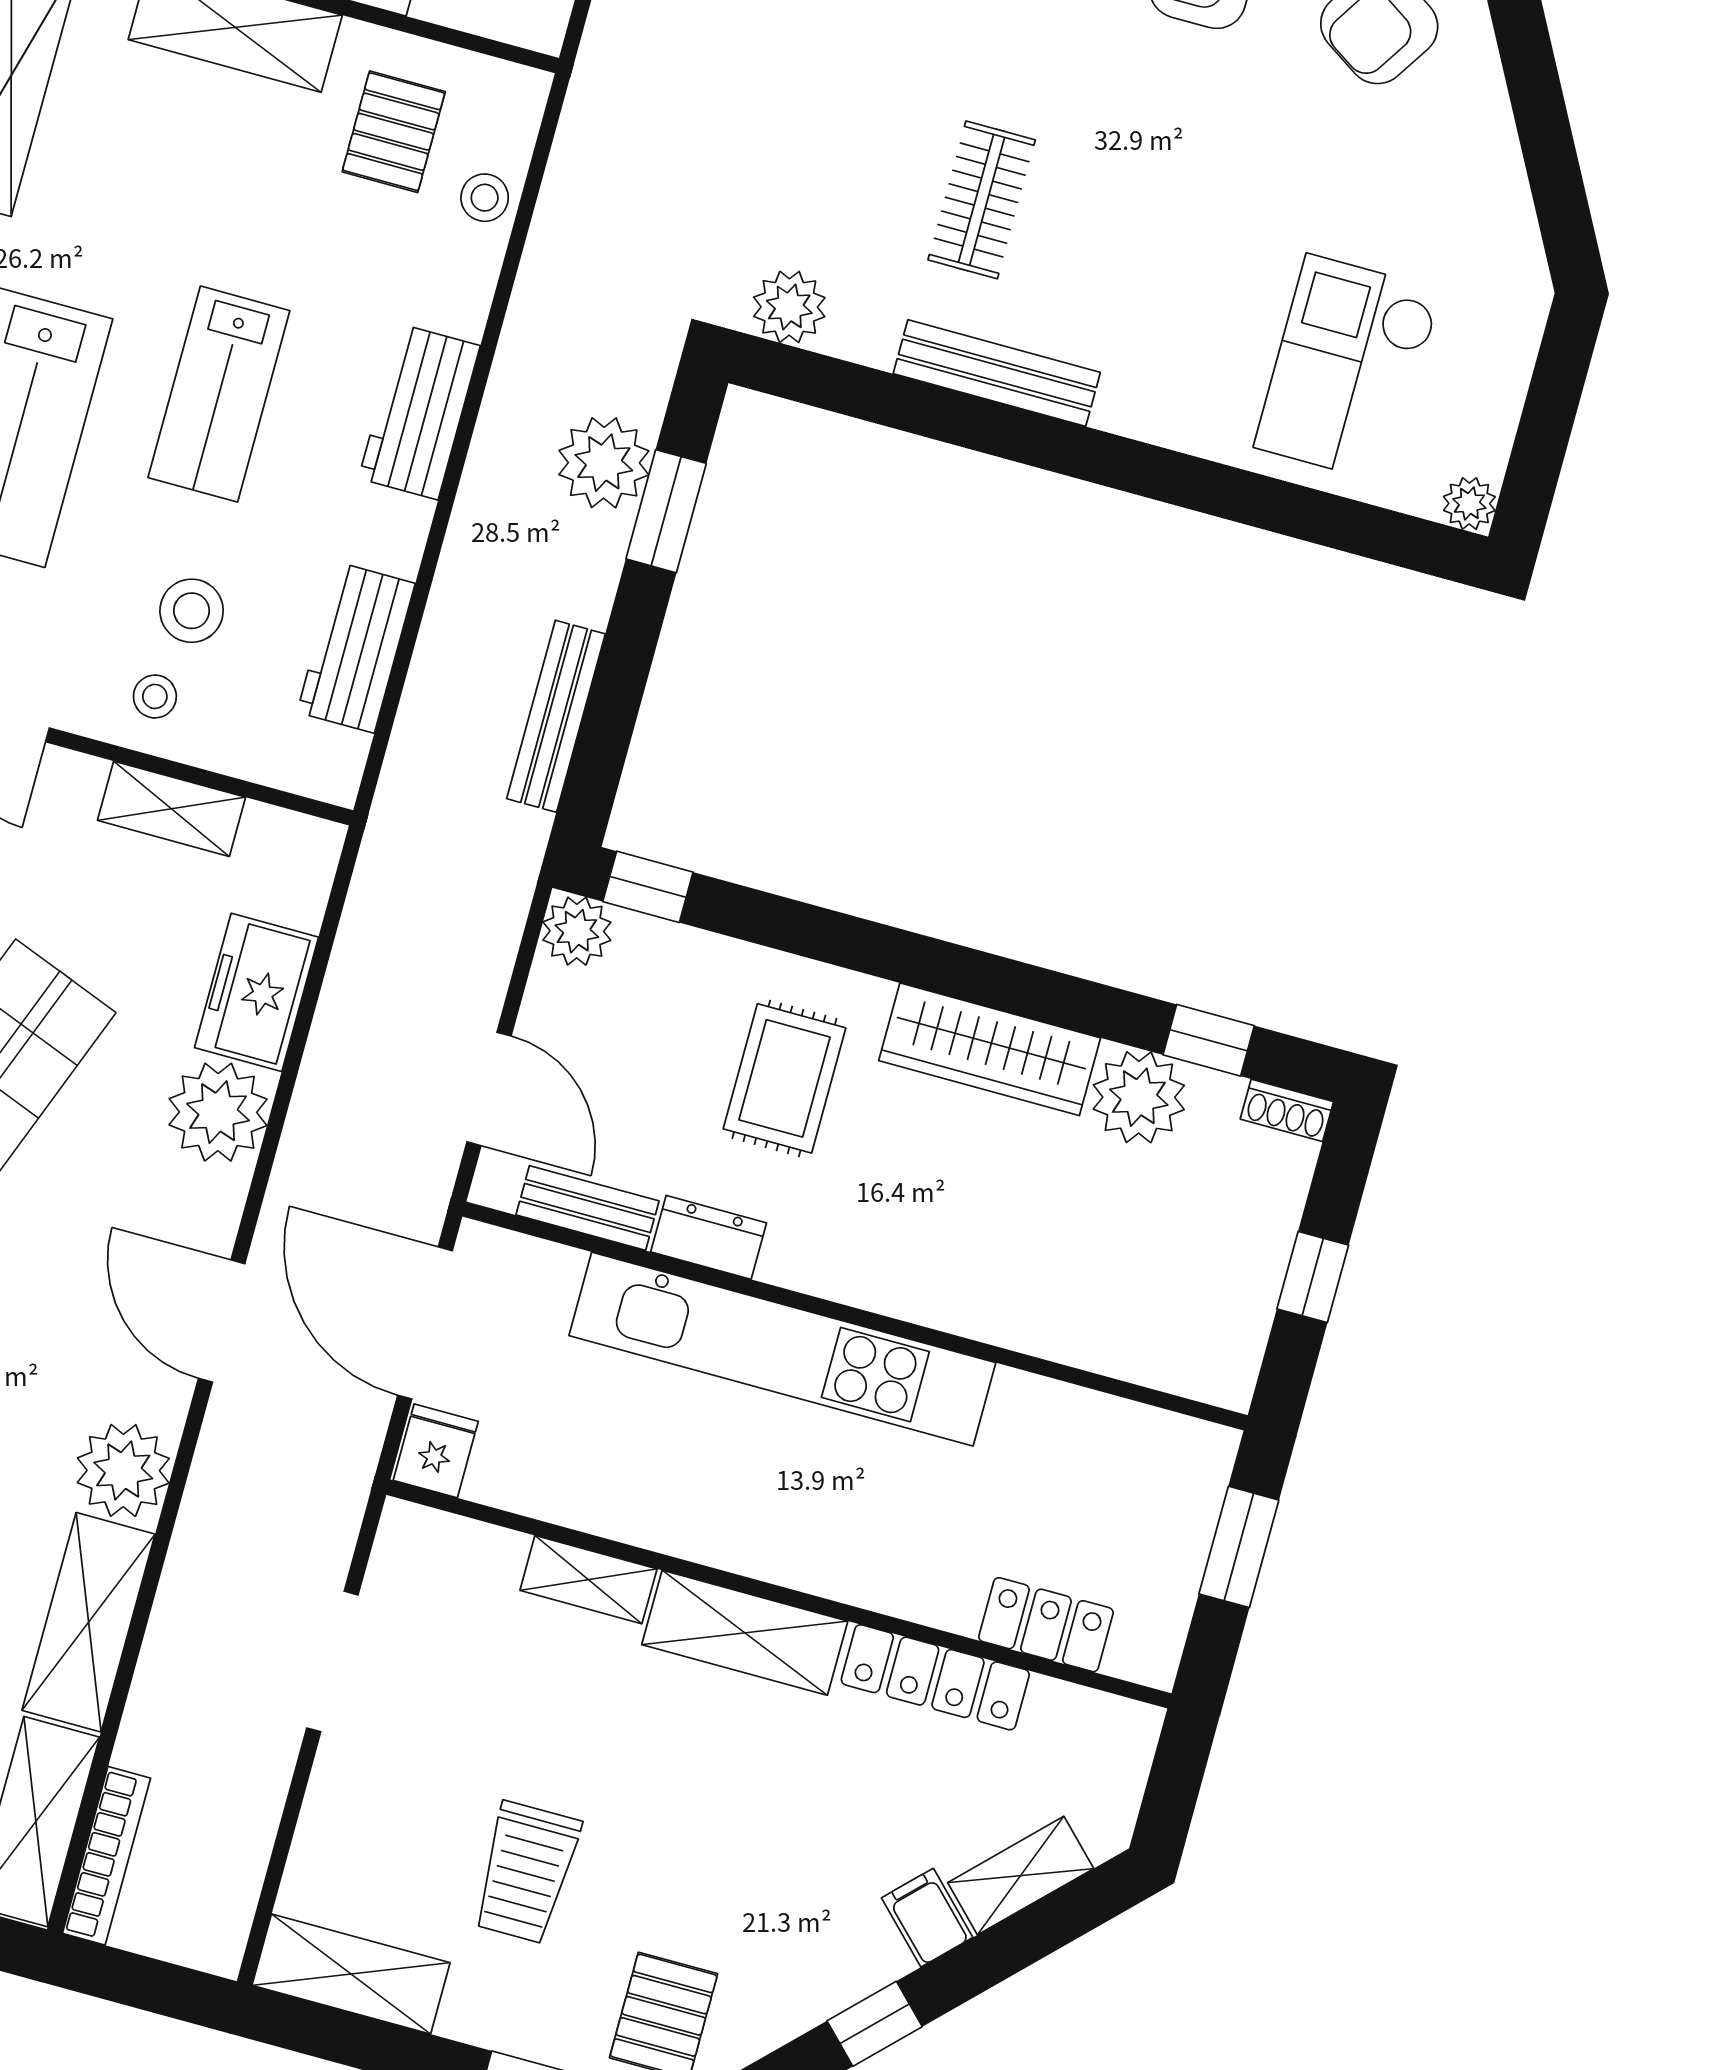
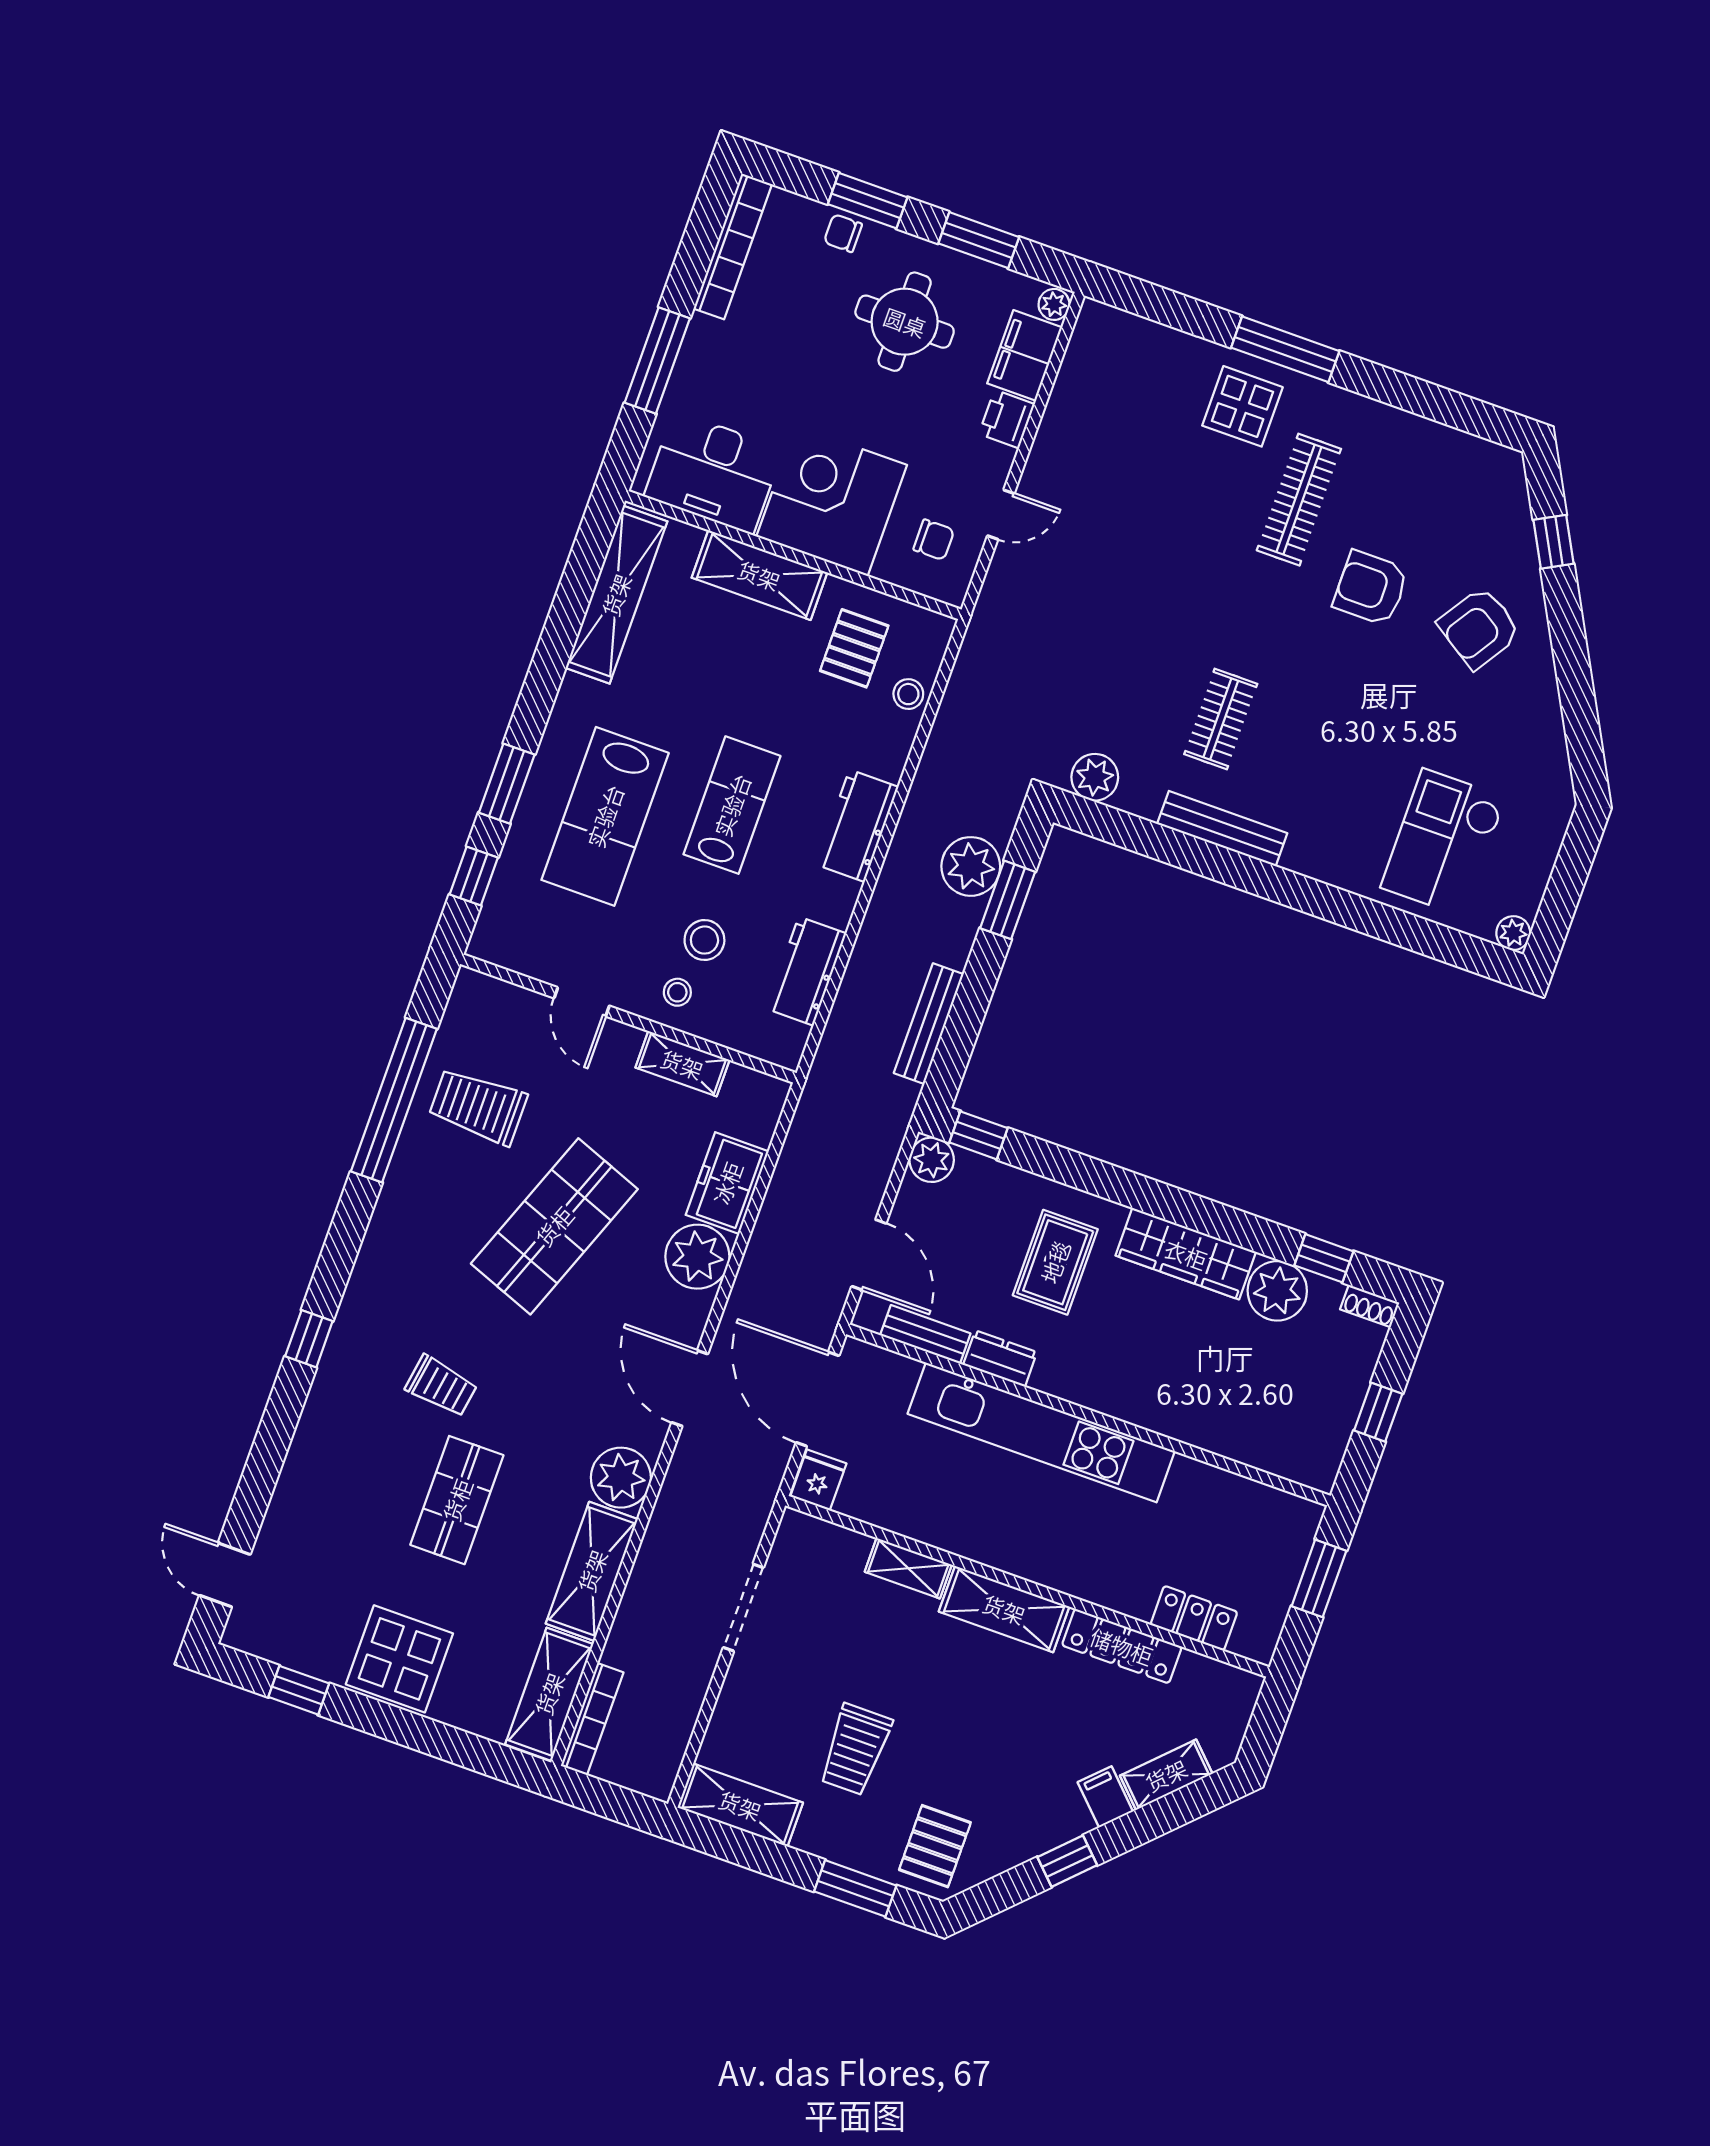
lab bench: (219, 394) -> (732, 805), turned 180

